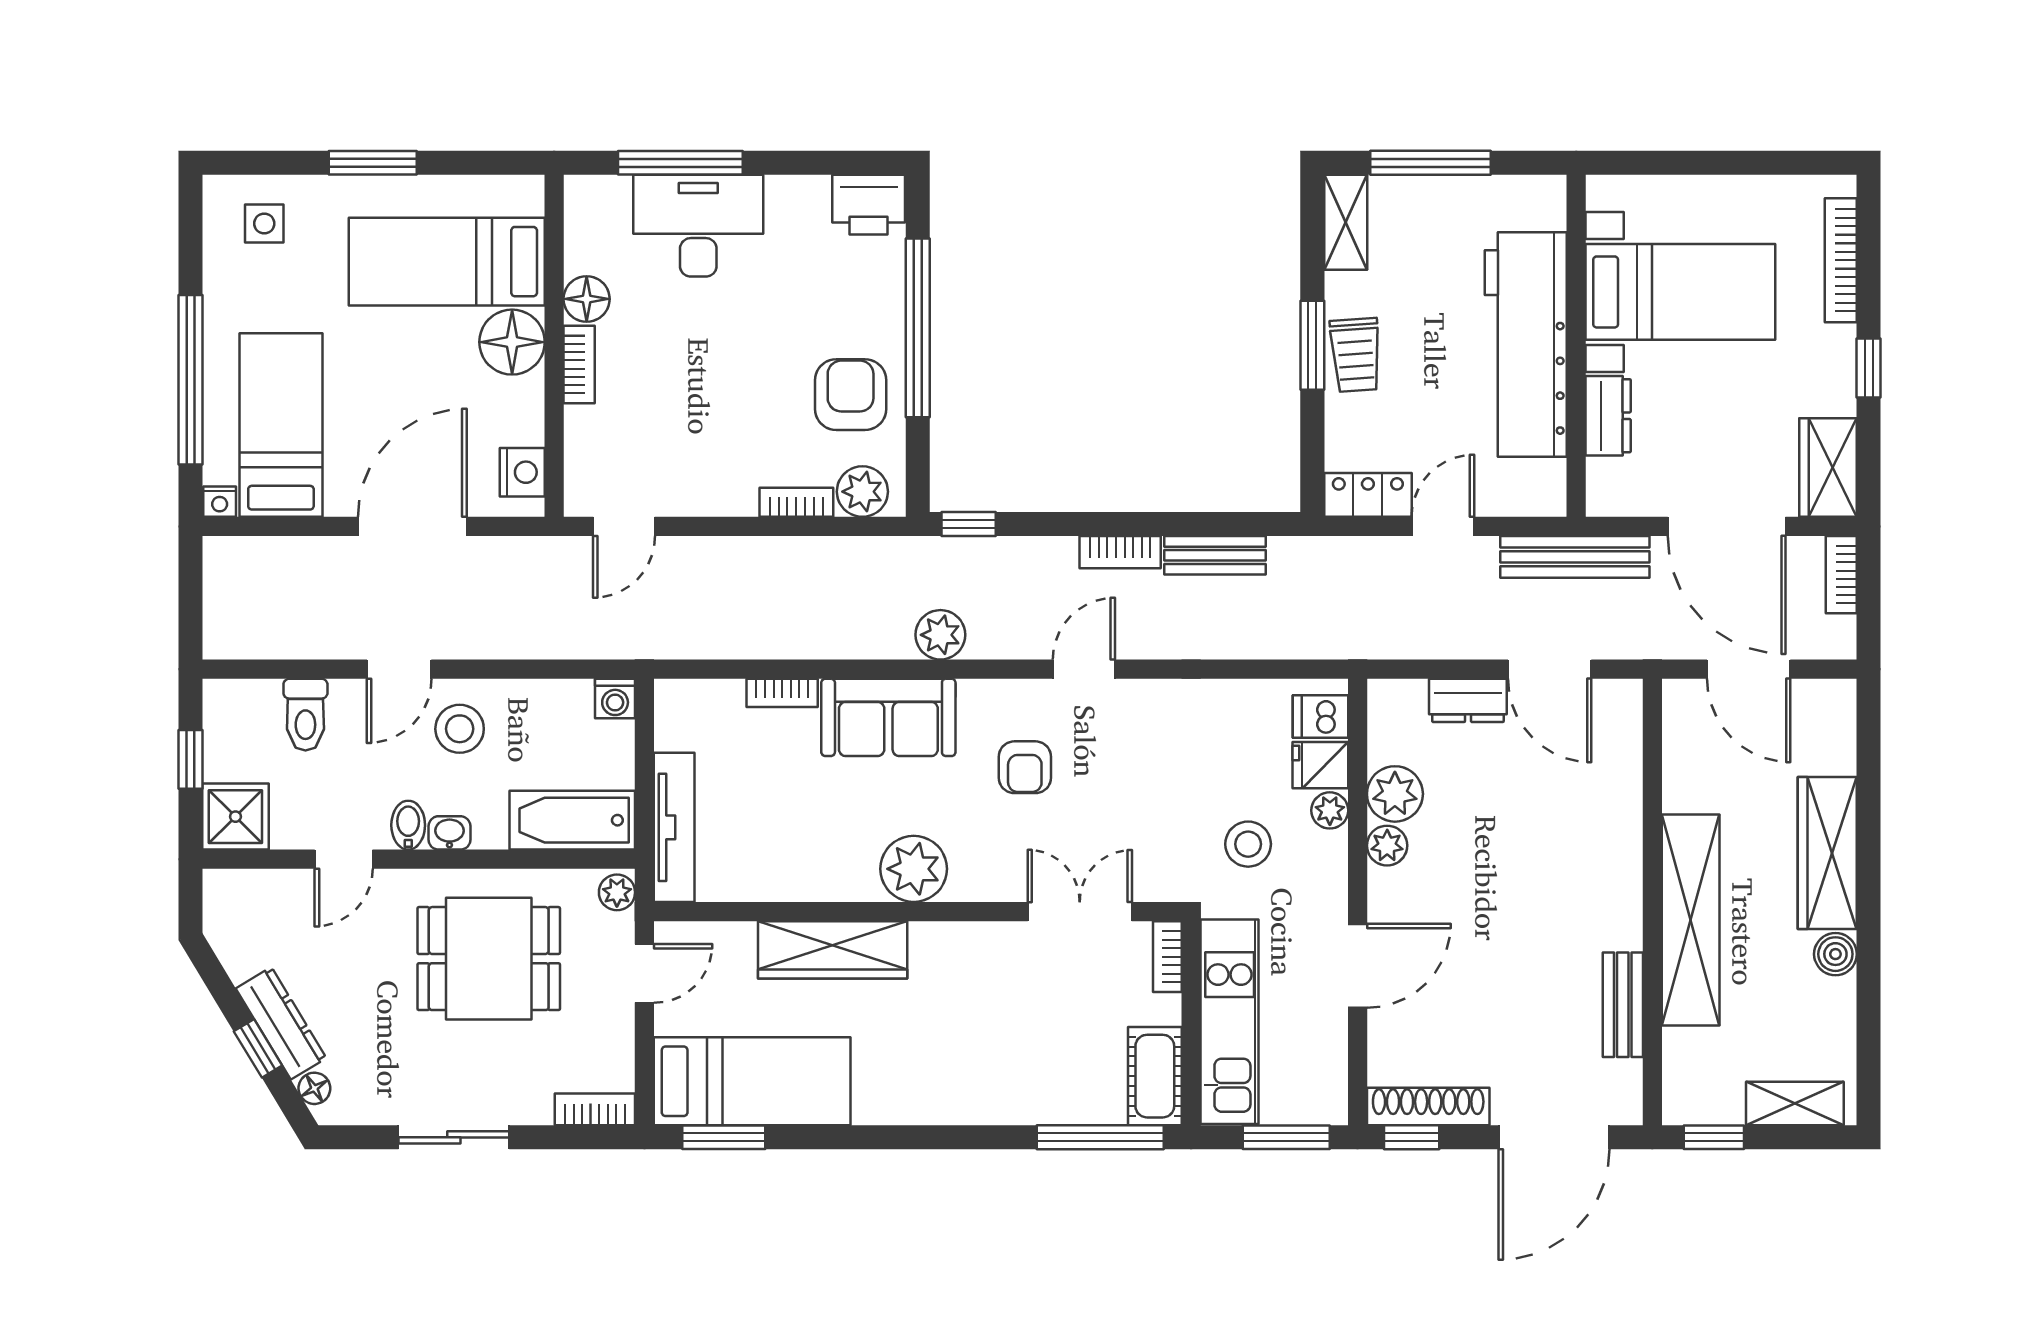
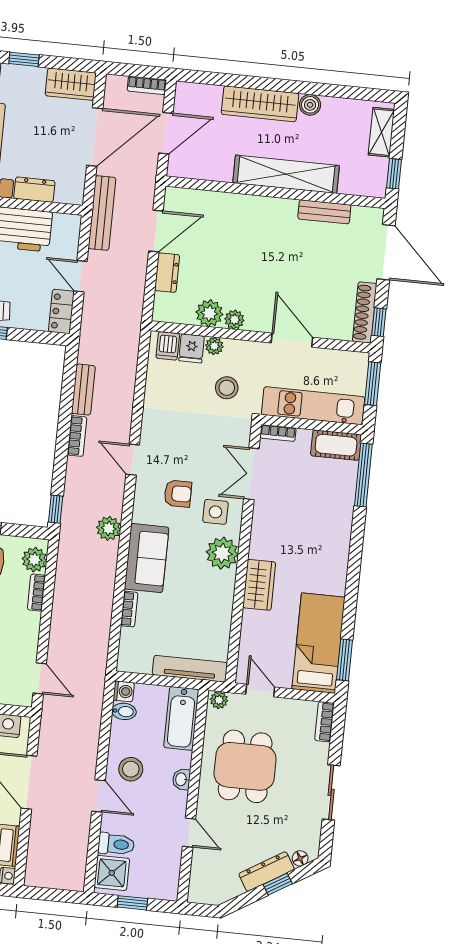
bookcase: (1841, 575) -> (147, 85), moved
shower: (235, 817) -> (112, 873), moved
bidet: (408, 825) -> (124, 711), moved, turned 180
side table: (996, 847) -> (215, 512), added
wardrobe: (833, 950) -> (259, 585), width x0.67

